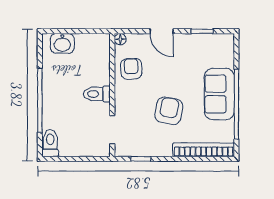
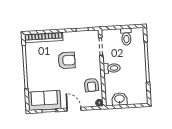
washbasin: (62, 43) -> (119, 99), moved
sofa: (219, 94) -> (44, 100), moved, turned -90
armchair: (169, 111) -> (67, 60), turned -101
toilet: (50, 143) -> (126, 37), moved

